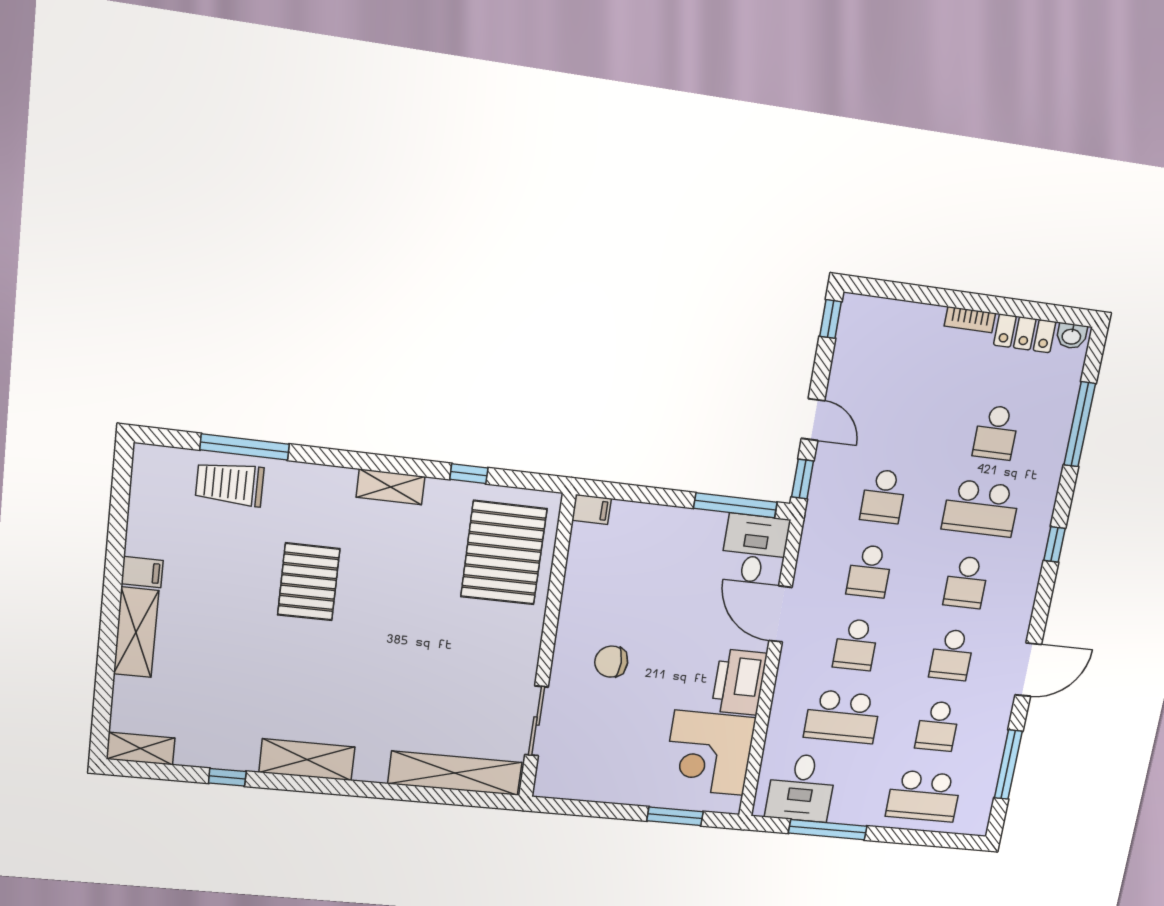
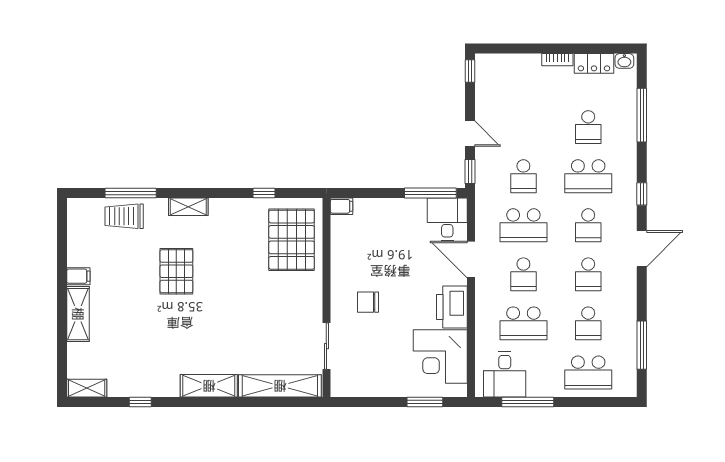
shelving: (391, 487) -> (188, 207), moved
school desk: (869, 571) -> (523, 225), width x1.85
door: (1028, 670) -> (642, 249), moved
shelving: (307, 760) -> (209, 386), moved

